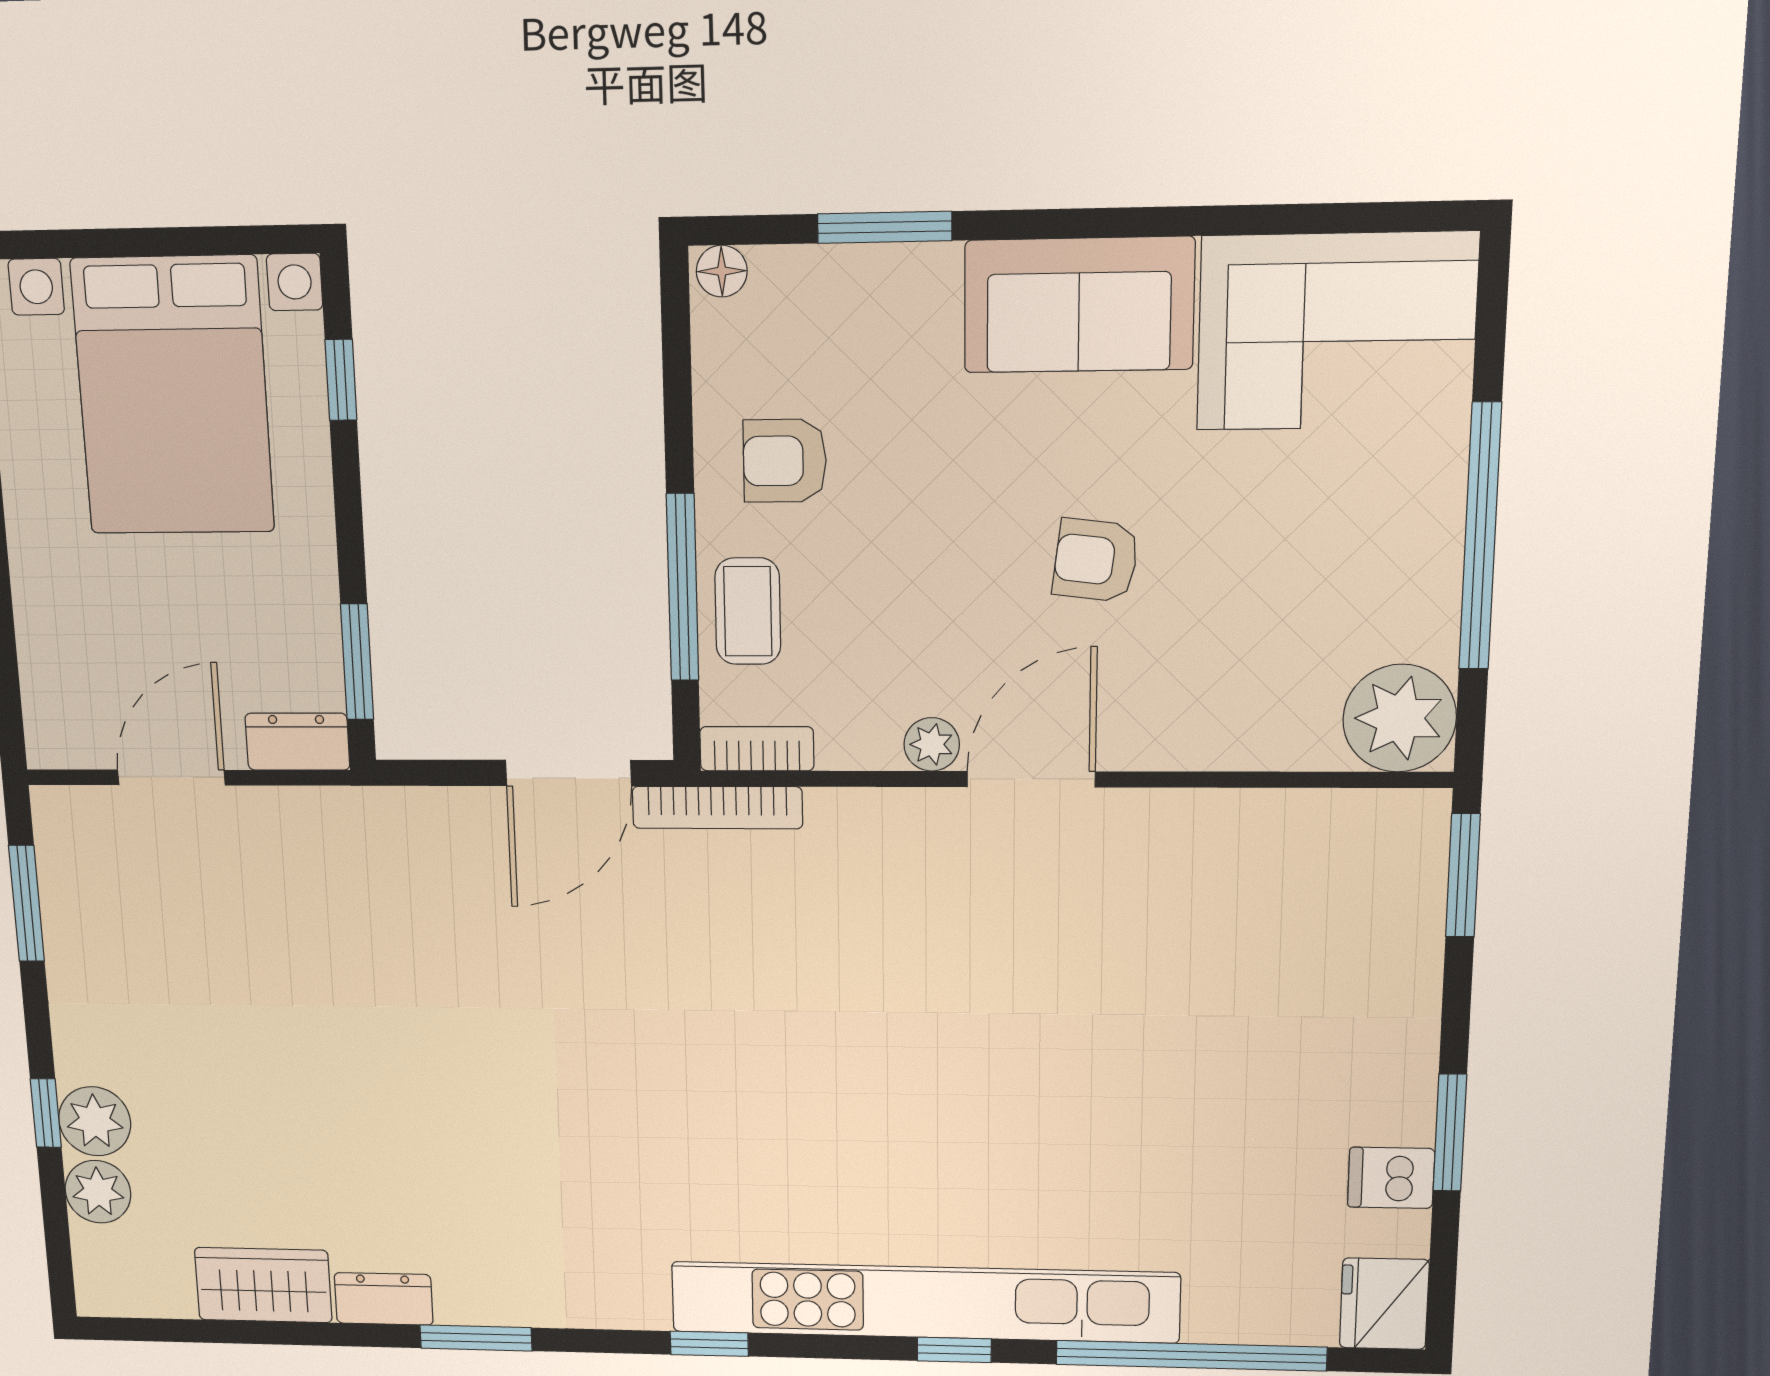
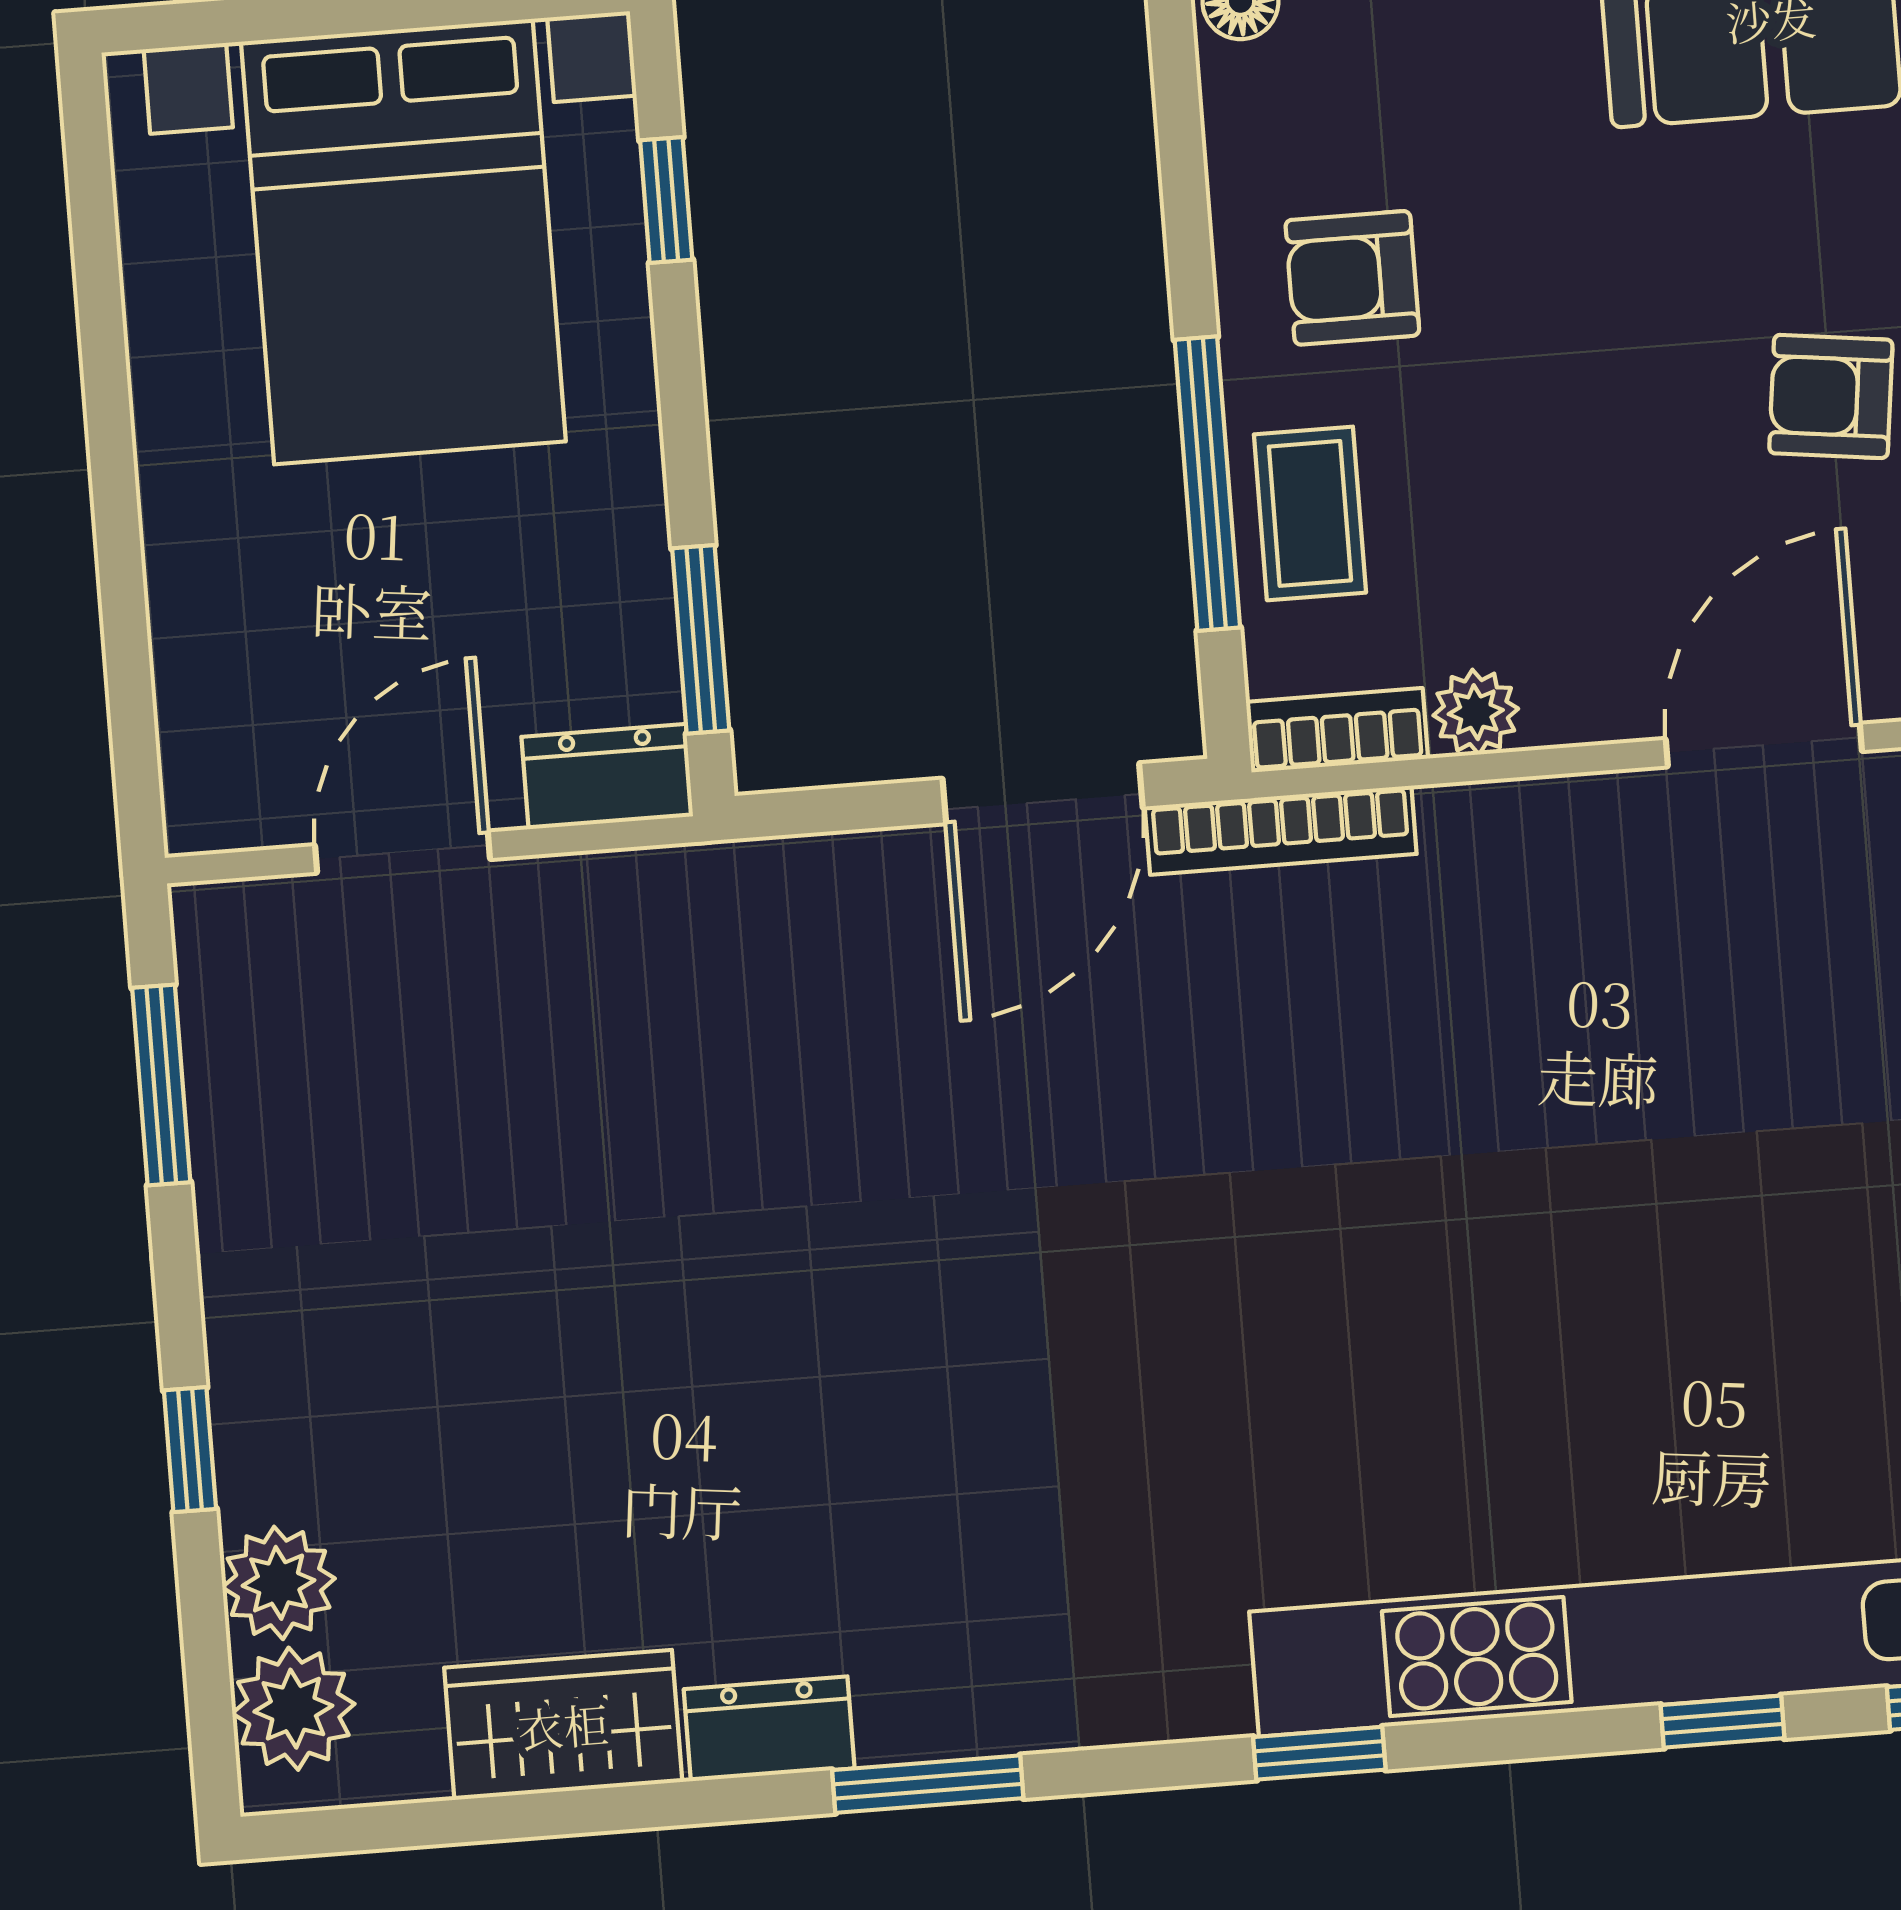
plant: (932, 744) -> (1476, 712), moved
plant: (95, 1121) -> (293, 1709), moved

